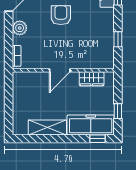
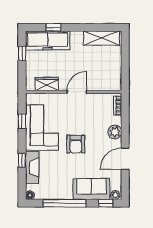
corner sofa: (97, 33) -> (42, 128), added
shelving: (47, 127) -> (102, 38), moved
window: (97, 139) -> (53, 27), moved

